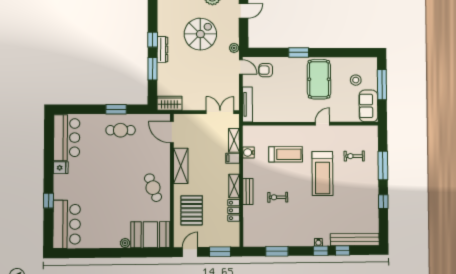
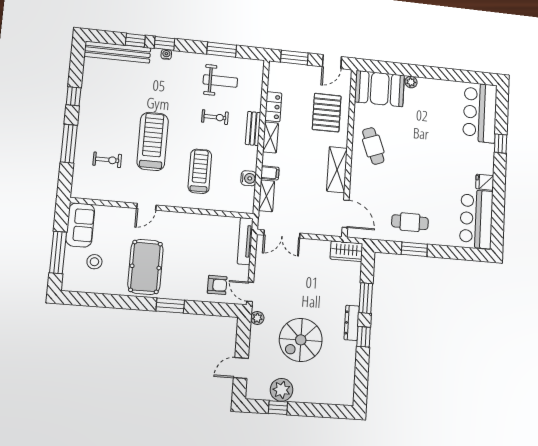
treadmill: (286, 154) -> (200, 171), turned 90
weight bench: (276, 226) -> (220, 81), added

